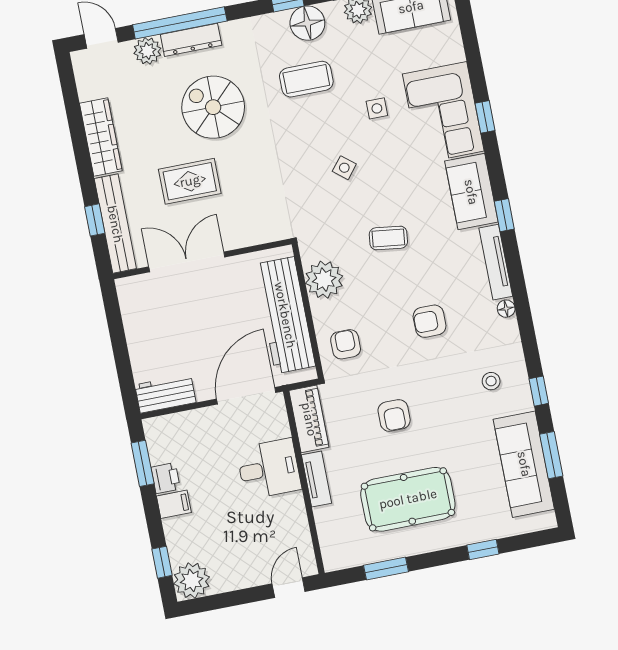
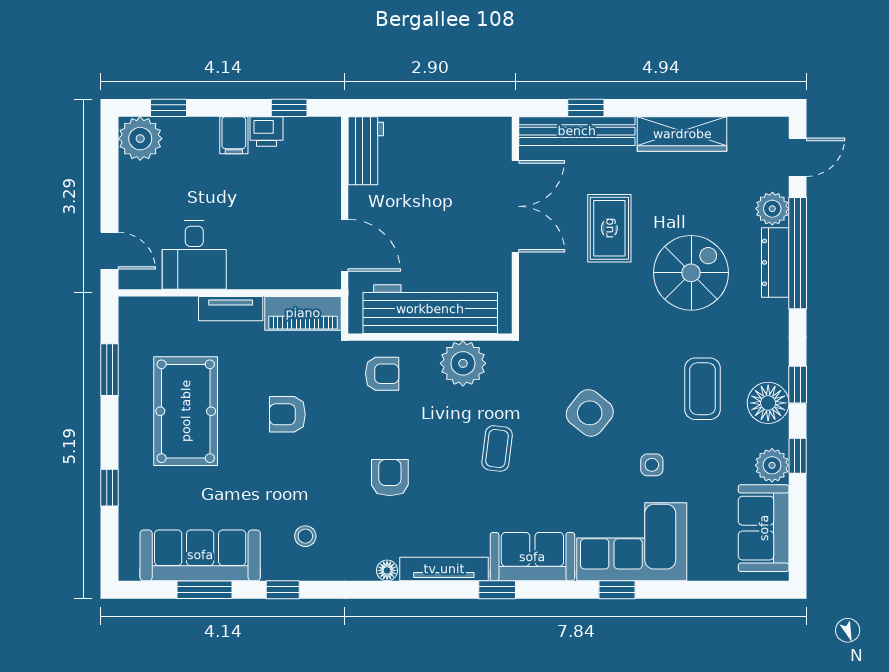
side table: (344, 168) -> (590, 413), width x1.87, depth x1.87
door: (246, 396) -> (345, 245), width x0.73
window: (143, 463) -> (289, 108), width x0.67
desk: (269, 469) -> (194, 255), moved

